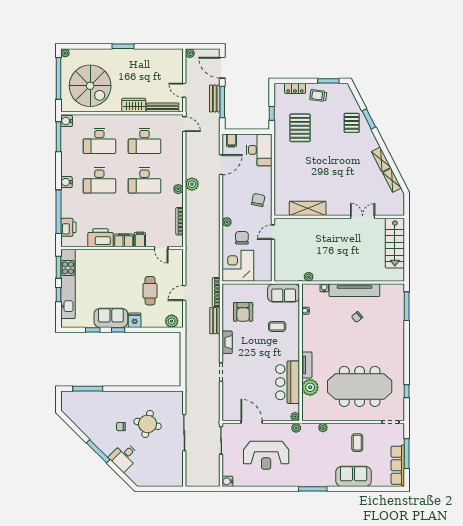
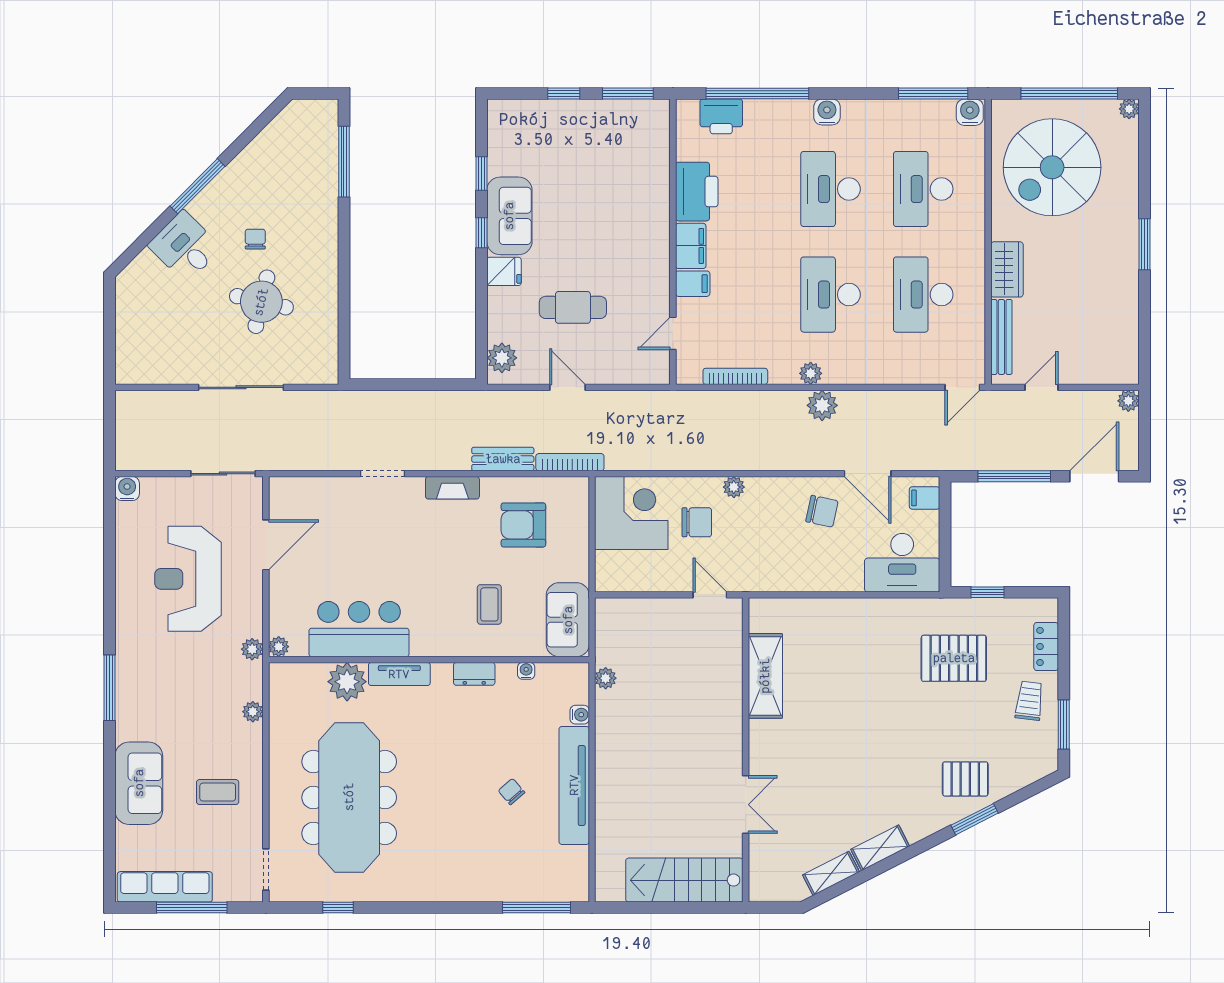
bench: (215, 98) -> (1022, 459), removed
chair: (258, 200) -> (822, 511), moved
kitchen unit: (68, 284) -> (589, 116), removed
dresser: (307, 333) -> (474, 674), added

